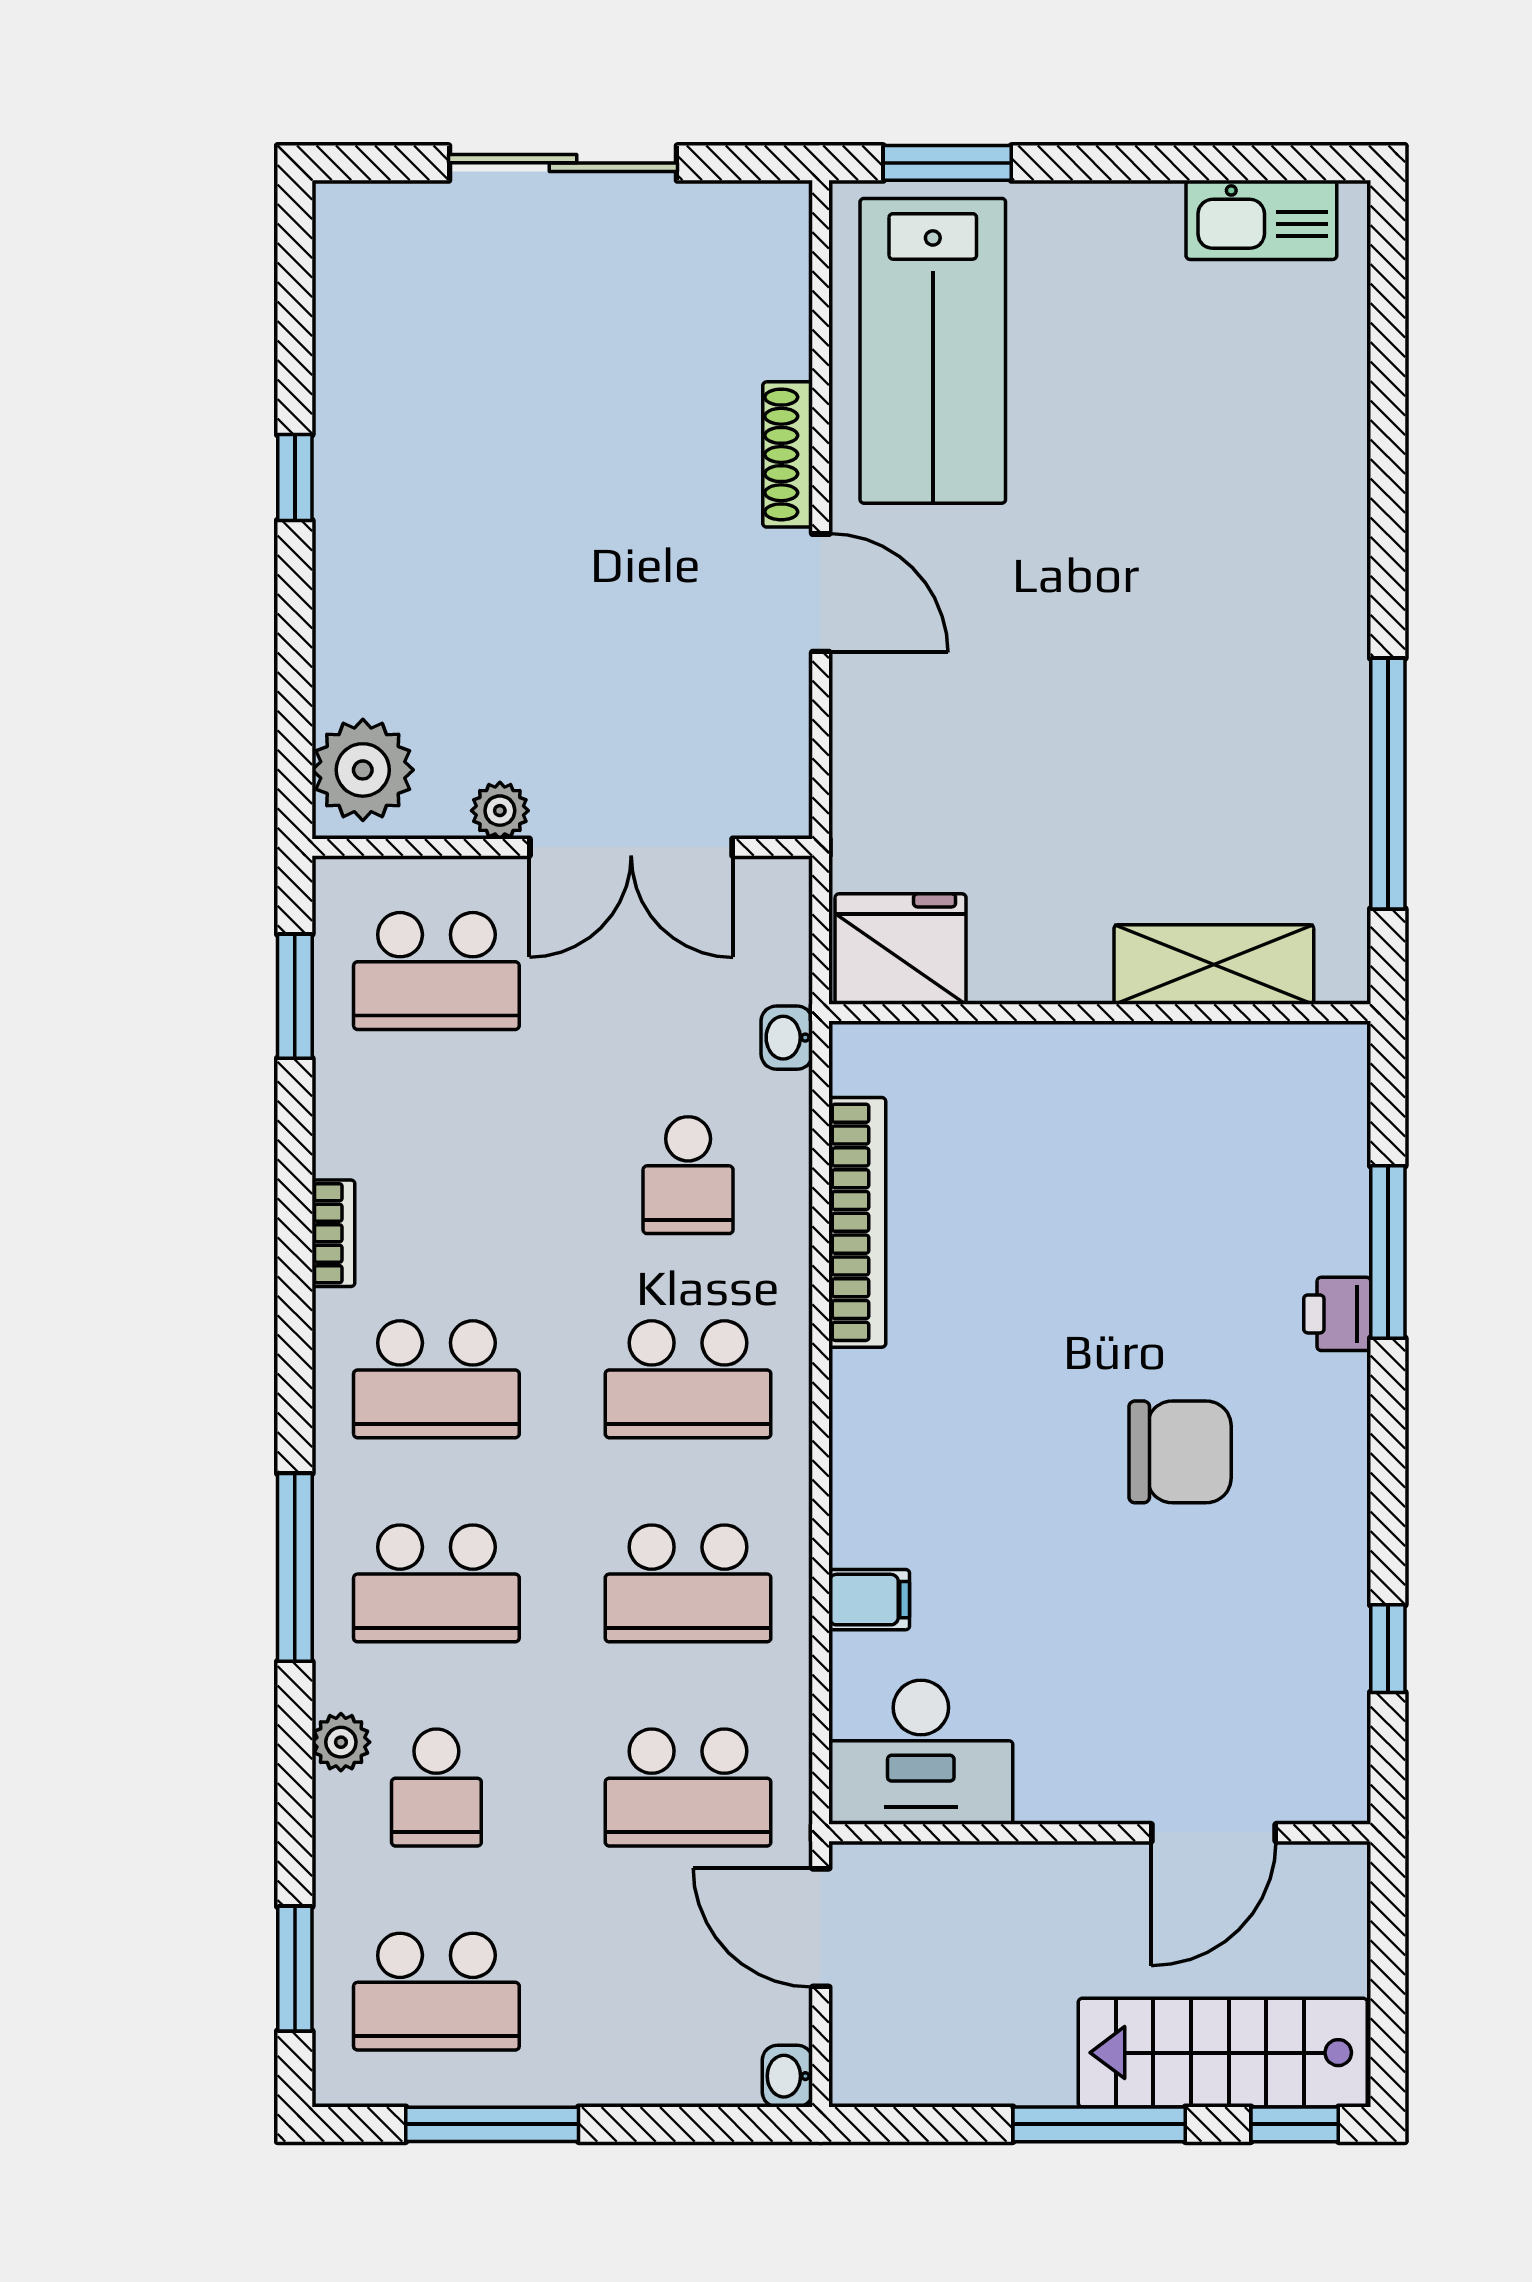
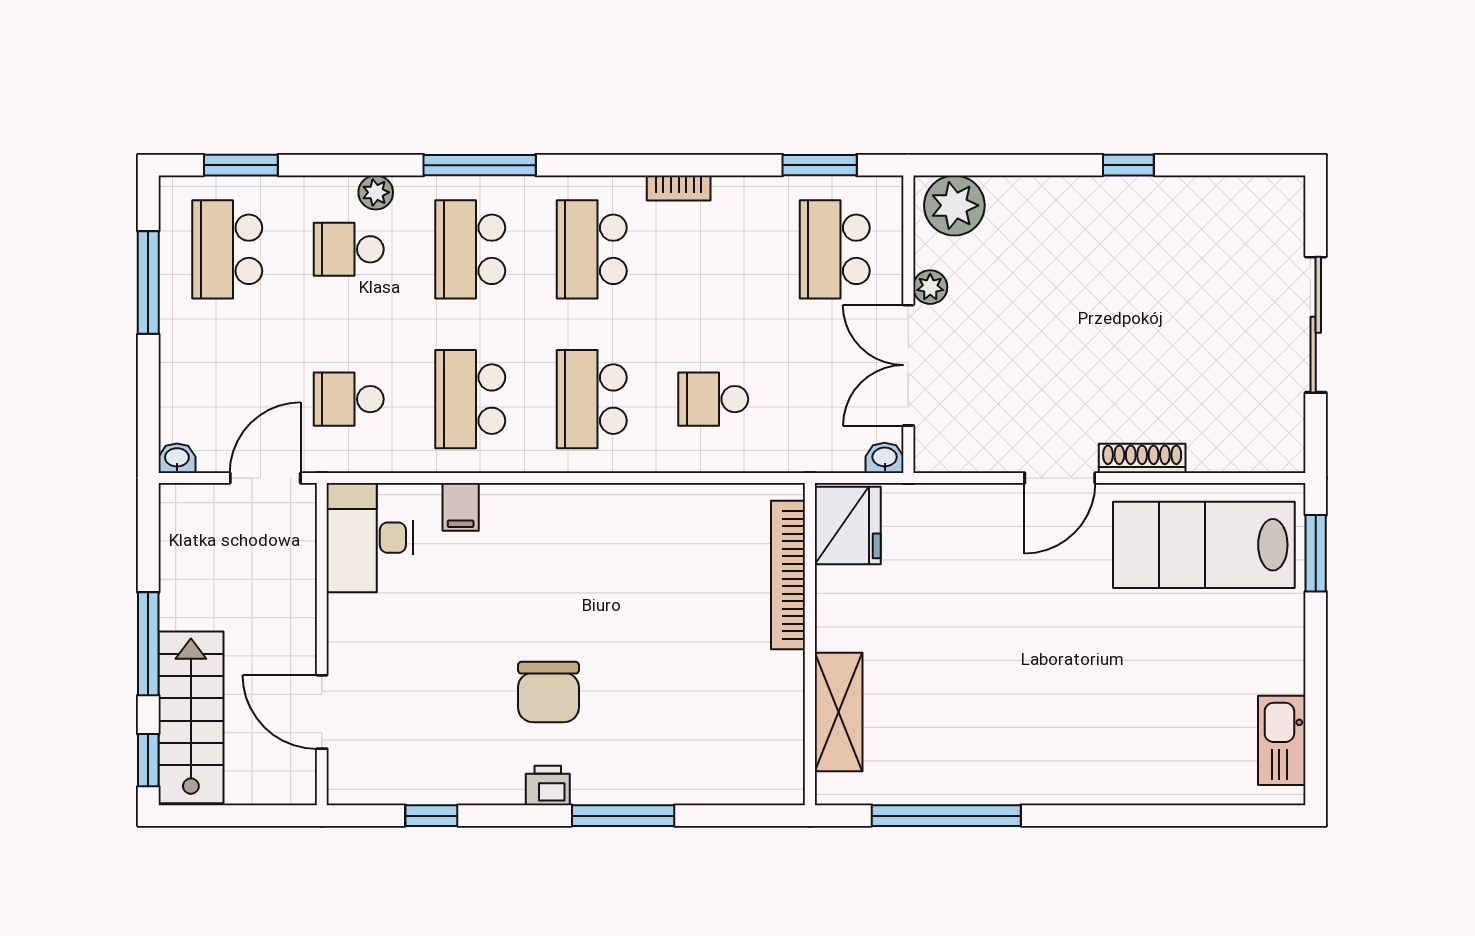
washbasin: (787, 1038) -> (885, 458), moved
bookcase: (857, 1222) -> (788, 575), moved, turned 90
window: (1388, 1252) -> (623, 816), moved
printer: (1337, 1314) -> (548, 786), moved
school desk: (688, 1787) -> (349, 399), width x0.54

